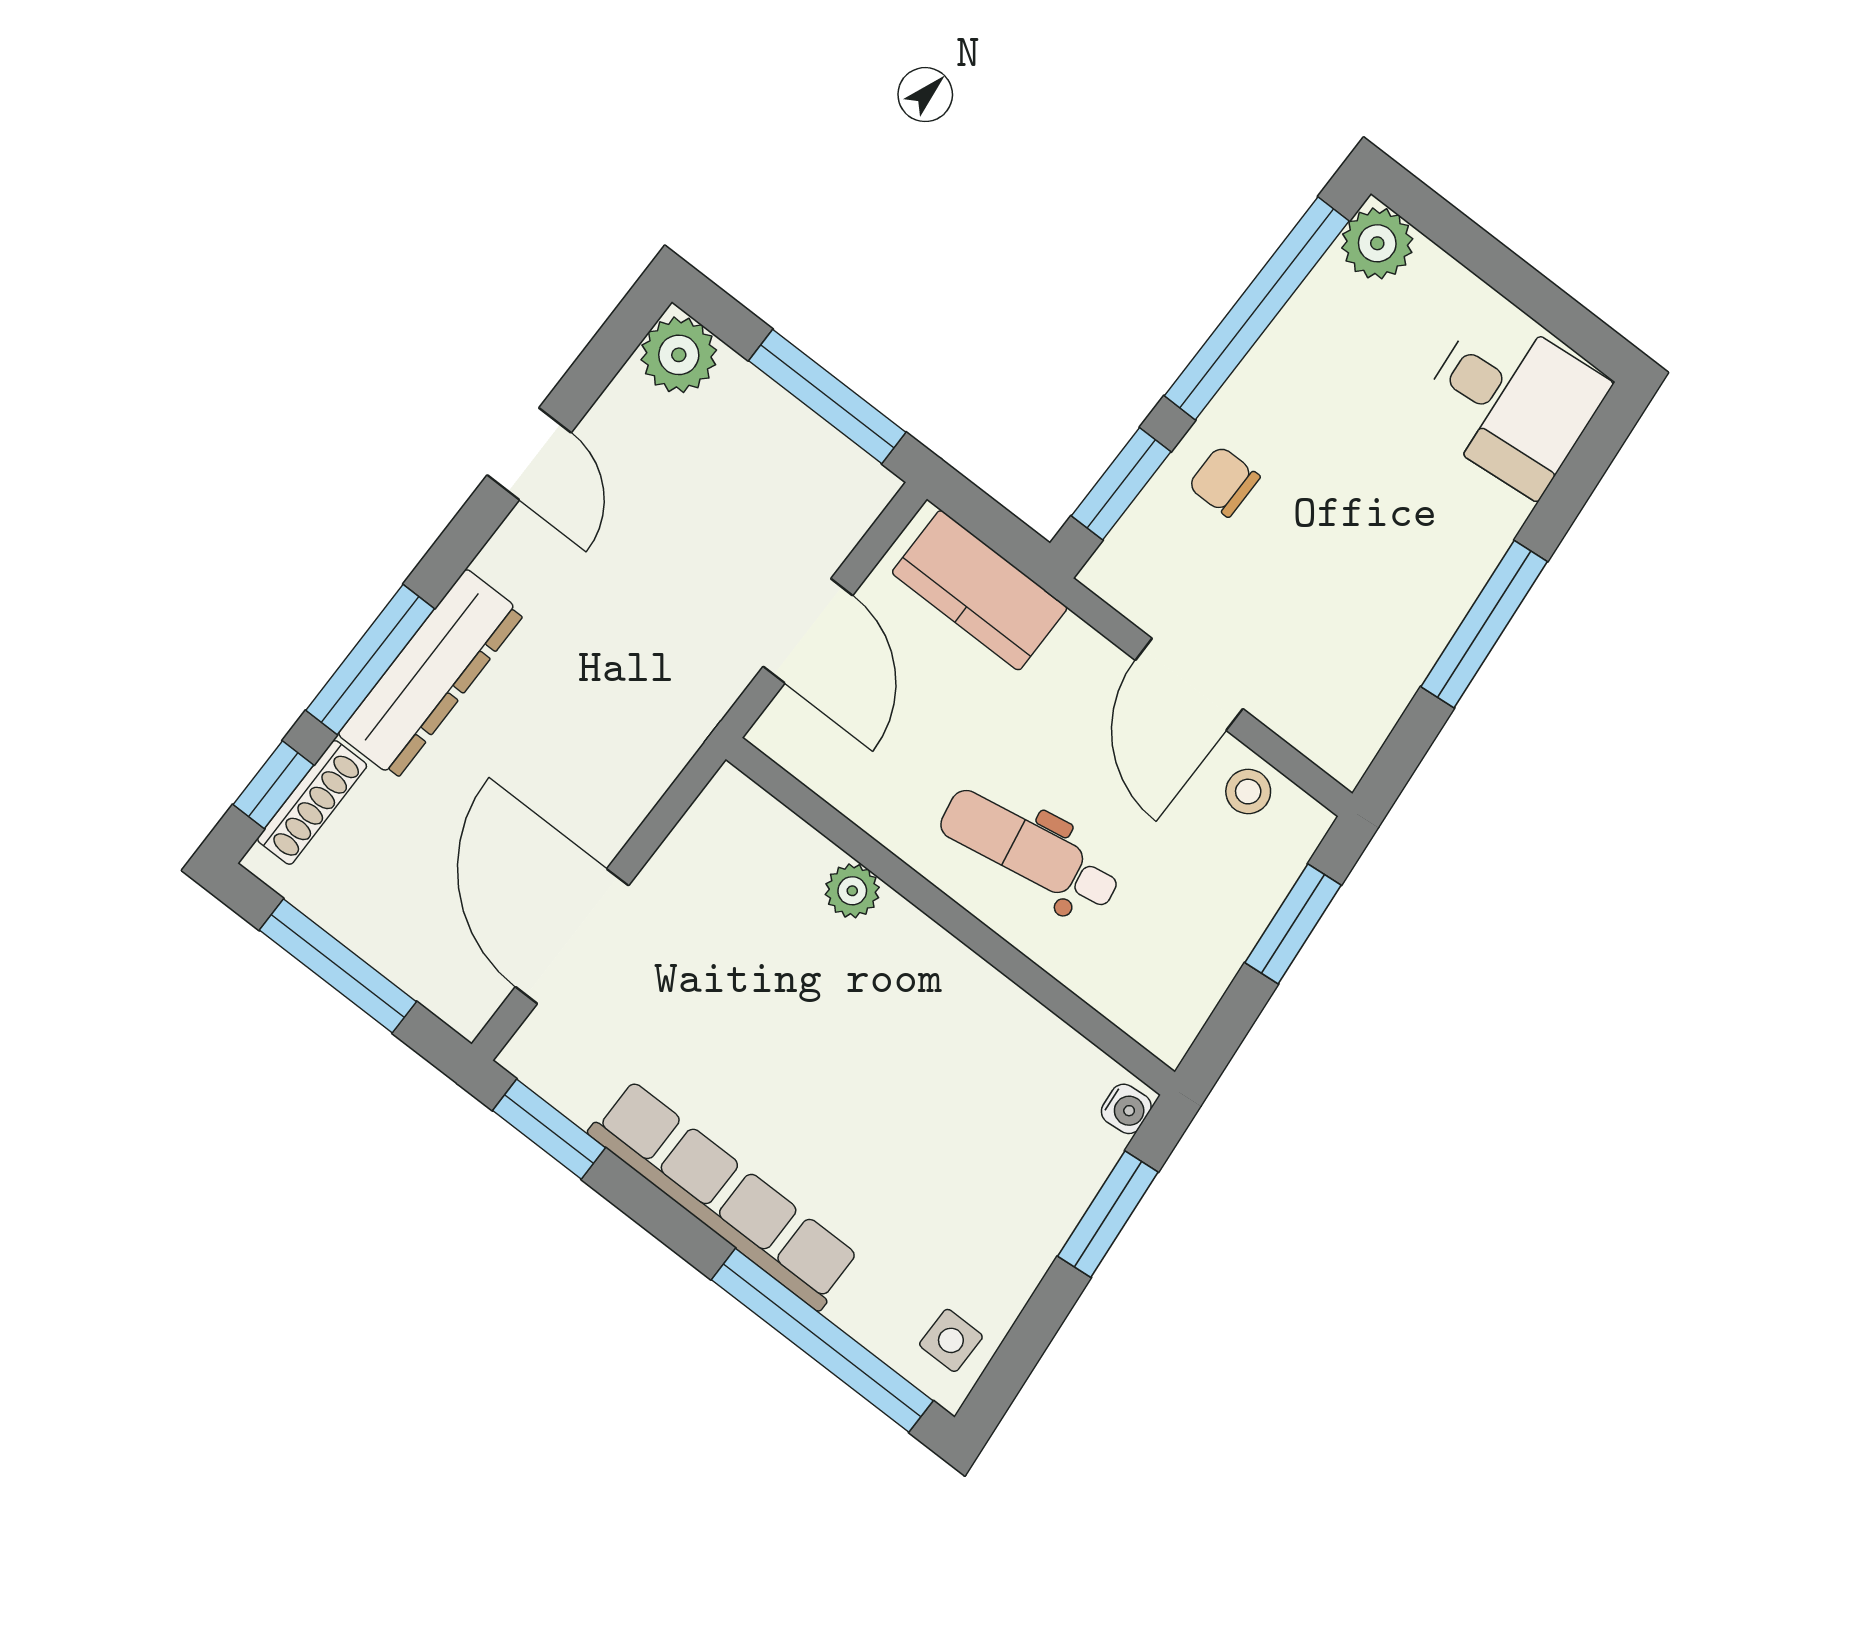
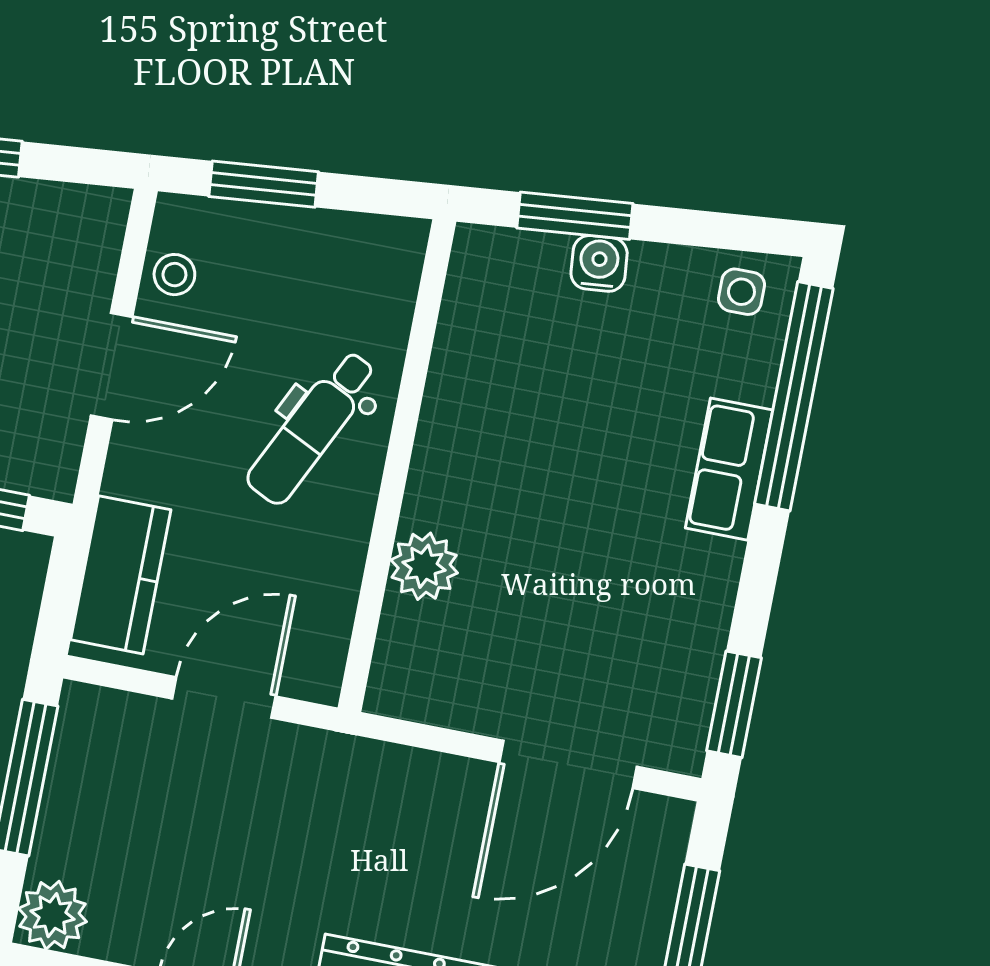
dental chair: (1030, 851) -> (312, 428), turned 36
plant: (852, 891) -> (424, 566), width x1.38, depth x1.38
water cooler: (1126, 1109) -> (599, 263), moved, width x1.38, depth x1.38
row of seats: (724, 1195) -> (729, 469), width x0.50

